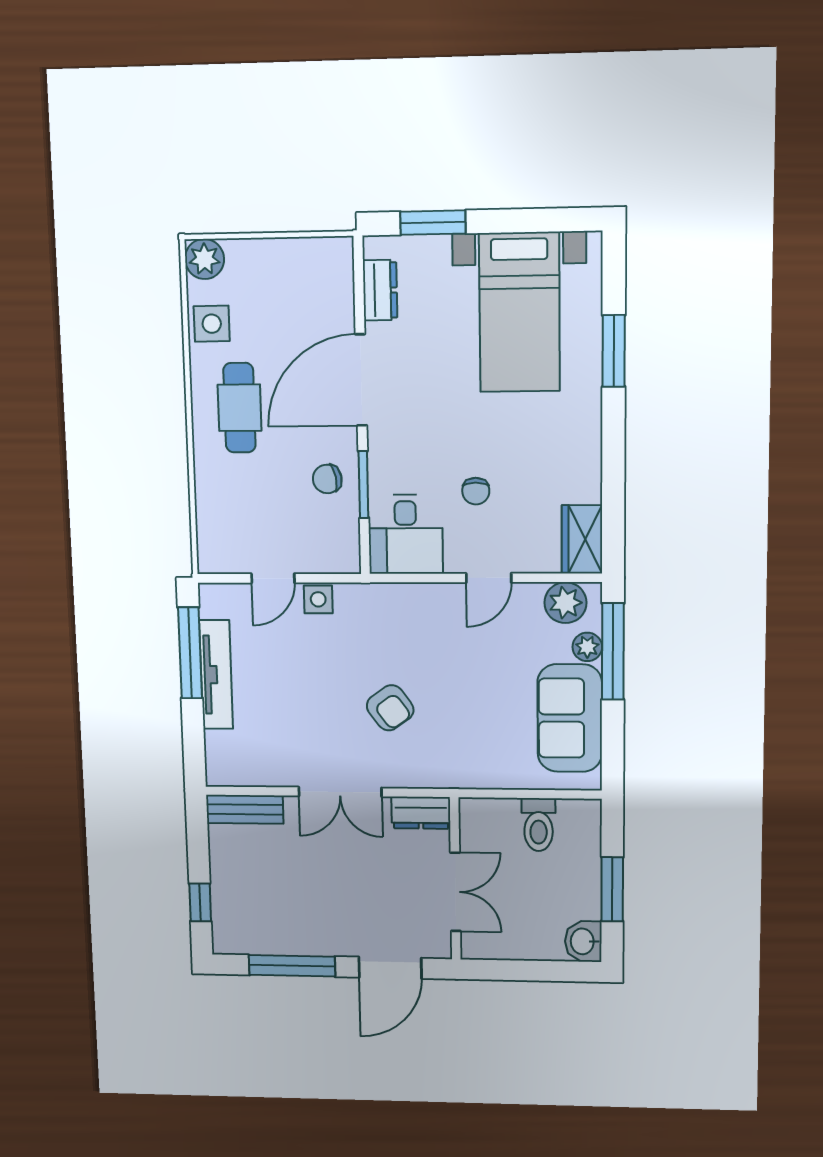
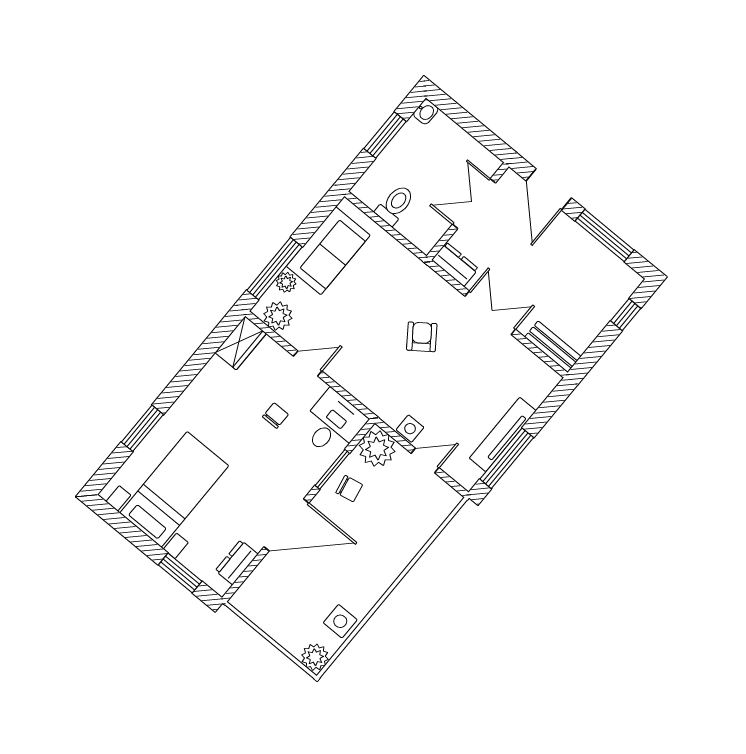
cafe table: (240, 408) -> (364, 566), removed
plant: (335, 548) -> (377, 449), added
washbasin: (583, 941) -> (426, 112), width x0.72, depth x0.69
door: (390, 968) -> (549, 189), swing flipped

